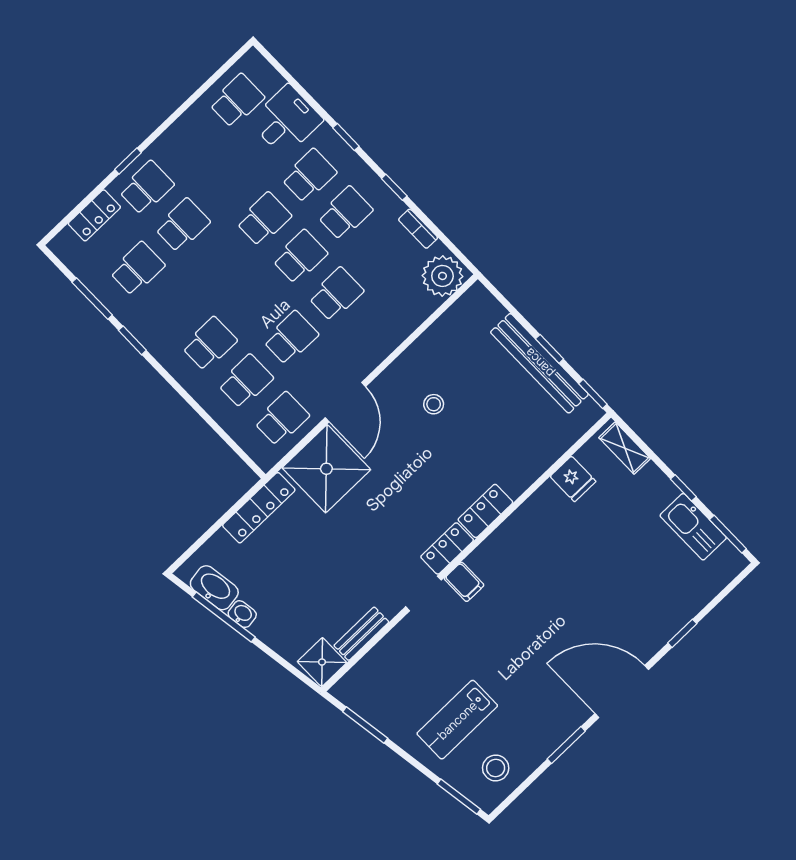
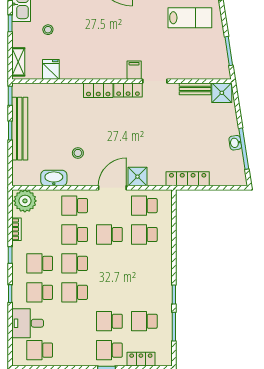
school desk: (210, 344) -> (75, 206), moved
shower: (326, 469) -> (137, 177), width x0.54, depth x0.54
stool: (627, 527) -> (48, 30), added
washbasin: (214, 588) -> (54, 178), moved, turned 99

